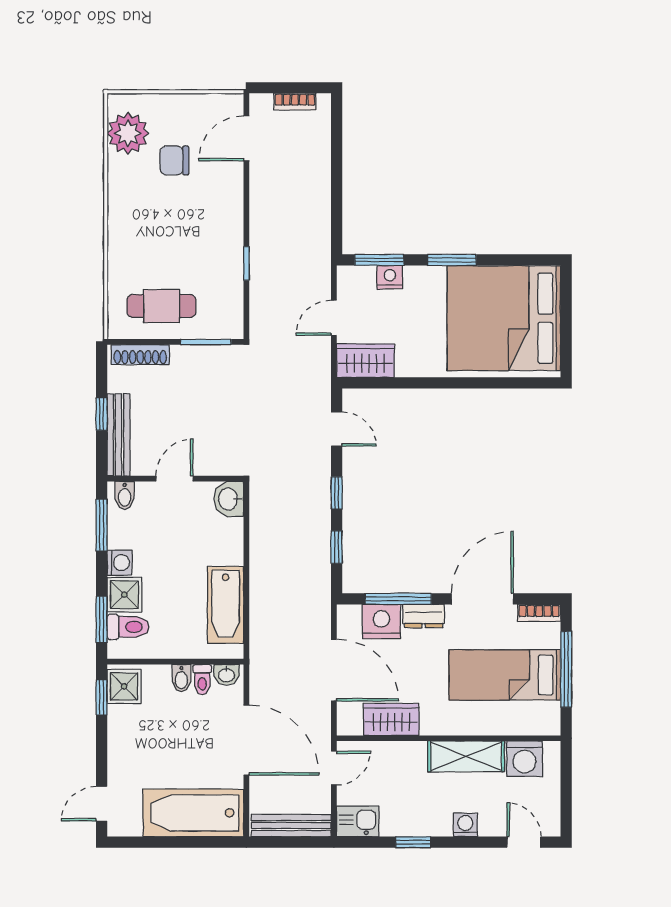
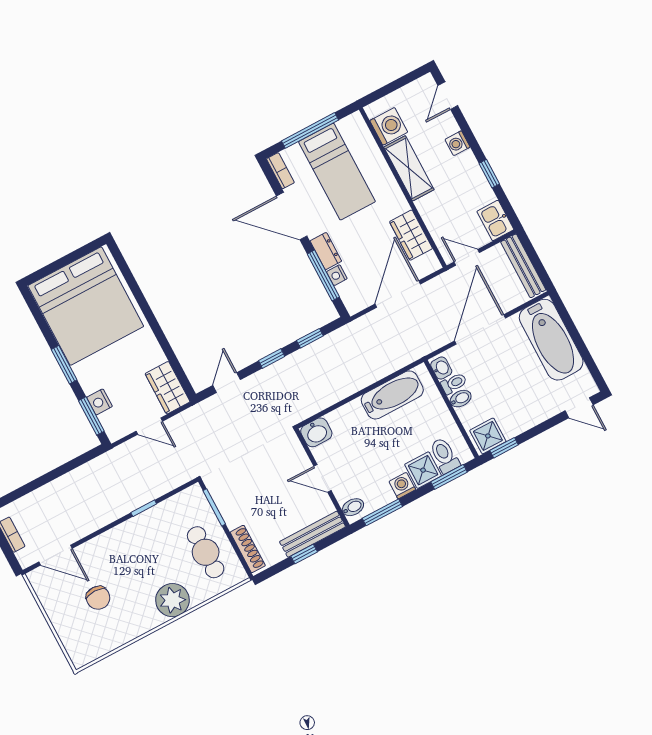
plant: (128, 133) -> (172, 600), moved
nightstand: (381, 622) -> (337, 275), width x0.53, depth x0.56

